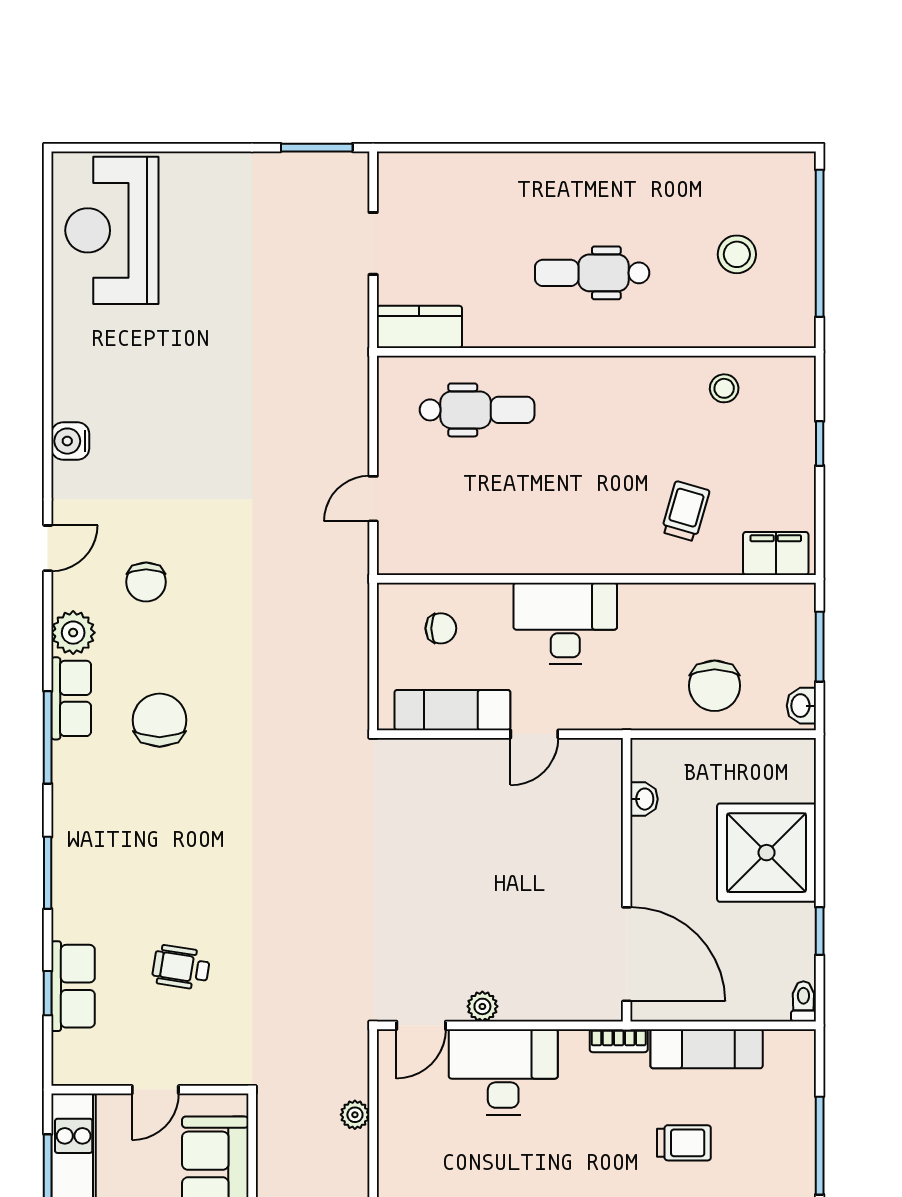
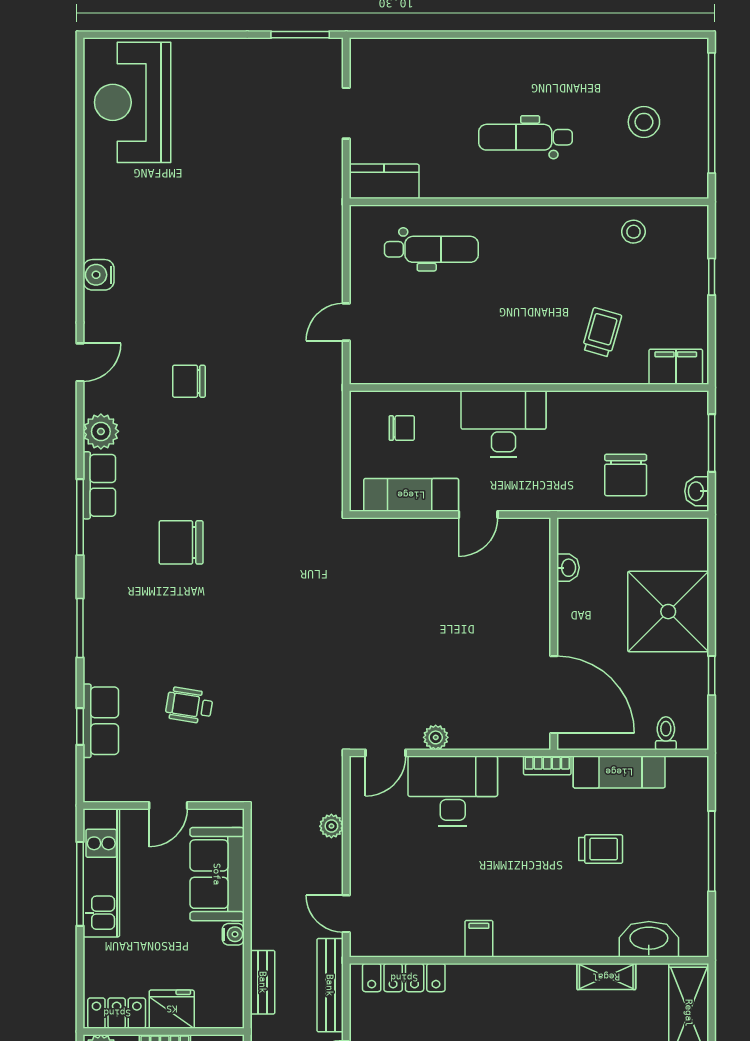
chair: (146, 582) -> (189, 381), moved, turned 90
chair: (160, 720) -> (181, 542), moved, turned -90
toilet: (803, 1001) -> (666, 733), moved

